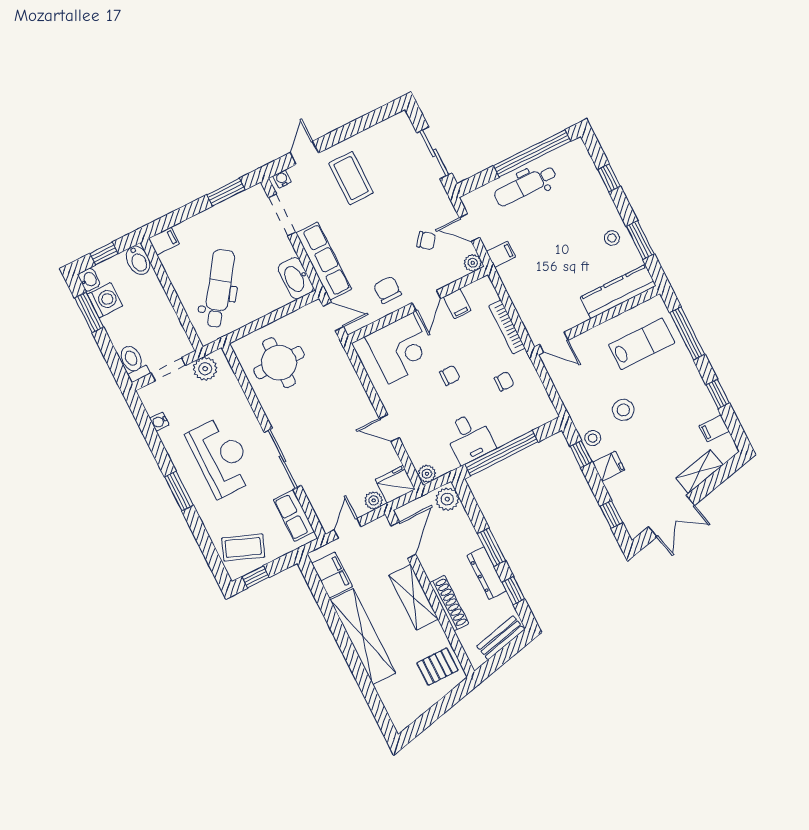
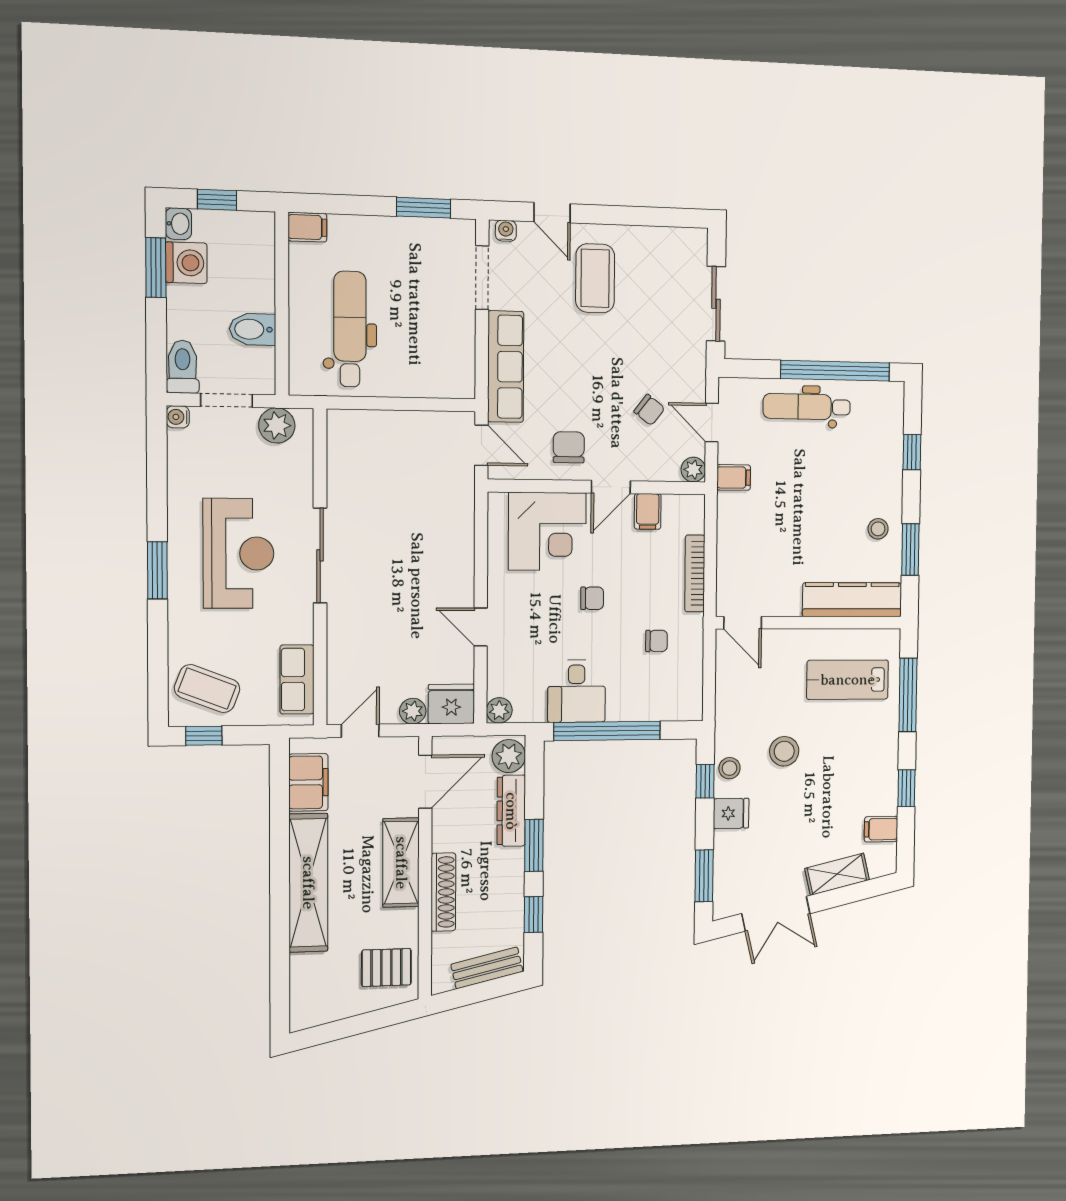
door: (304, 153) -> (552, 213), swing flipped
bidet: (138, 260) -> (252, 329), moved, turned 90
washbasin: (296, 278) -> (458, 370), removed
dental chair: (219, 288) -> (350, 329), turned -35
lab bench: (642, 344) -> (848, 680), turned 180
round table: (279, 363) -> (380, 468), removed
water cooler: (159, 422) -> (178, 417), moved
sliding door: (283, 459) -> (320, 555), moved
window: (611, 514) -> (704, 876), width x1.50
dresser: (487, 573) -> (511, 811), moved

